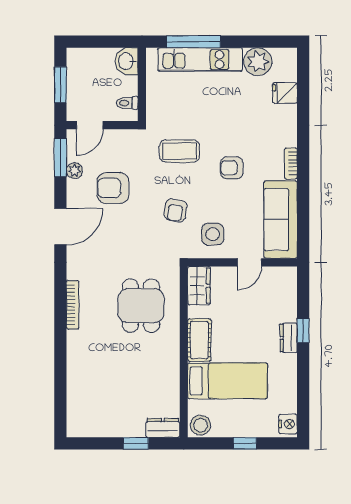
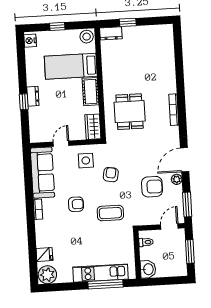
plant: (258, 62) -> (47, 275), moved
plant: (74, 171) -> (177, 179), moved

